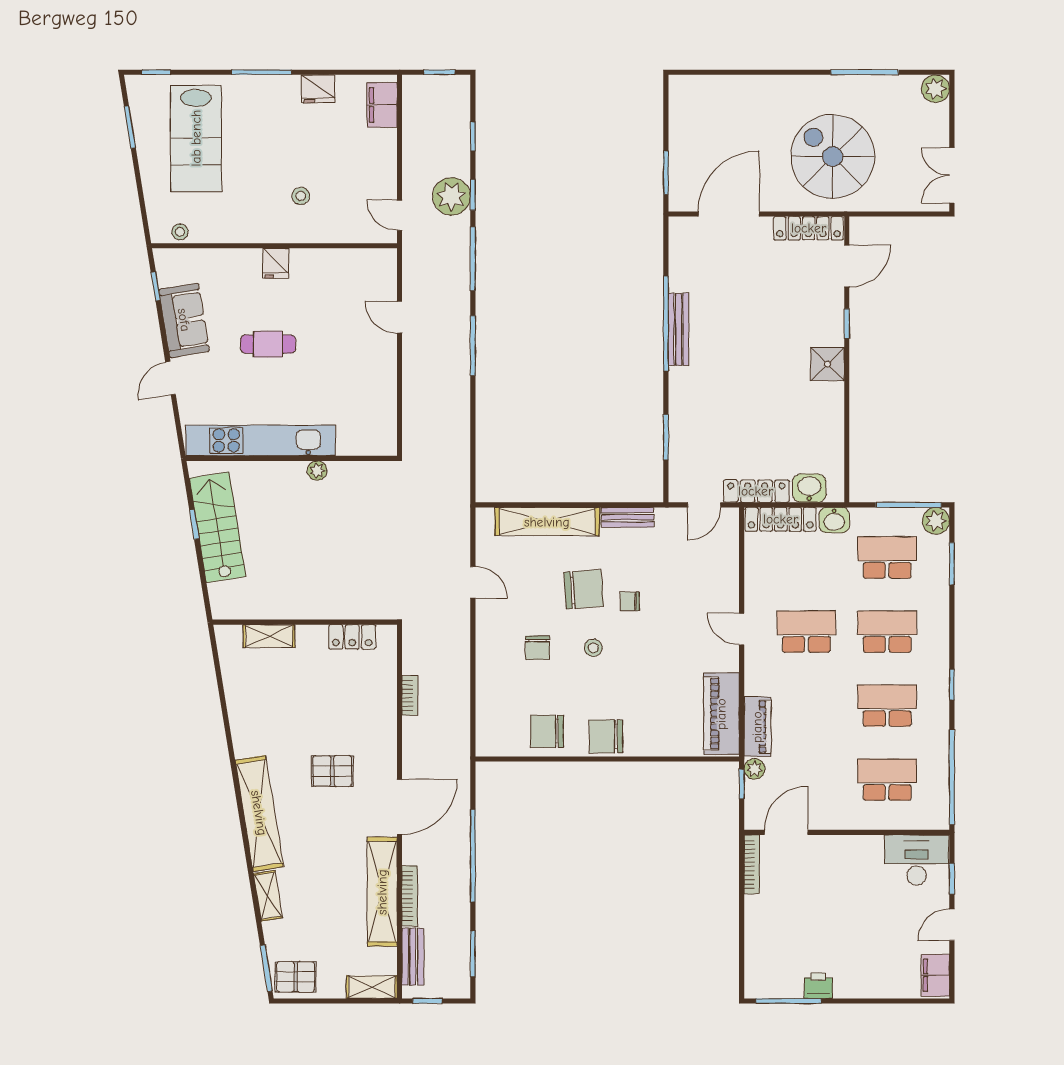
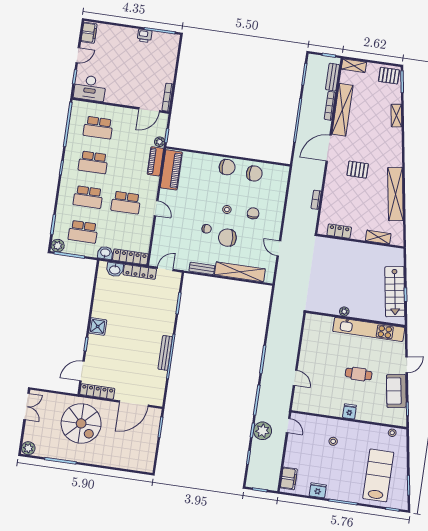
shelving: (259, 813) -> (395, 194), moved

